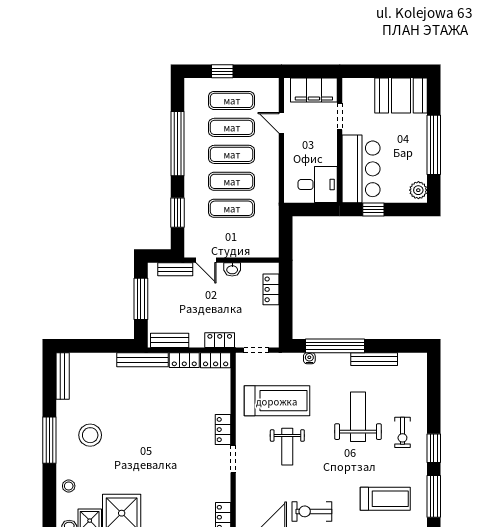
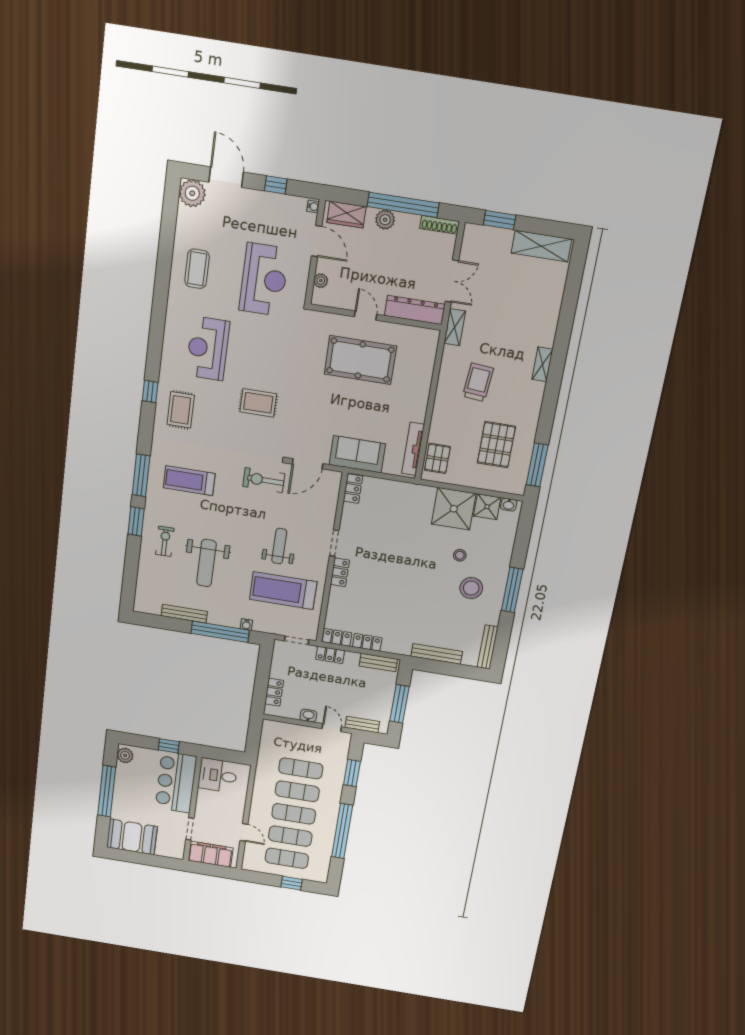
bench: (142, 360) -> (437, 654), moved
stool: (69, 486) -> (460, 555), moved
exercise bike: (312, 511) -> (264, 480), turned 180

